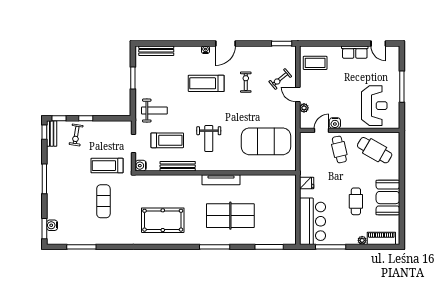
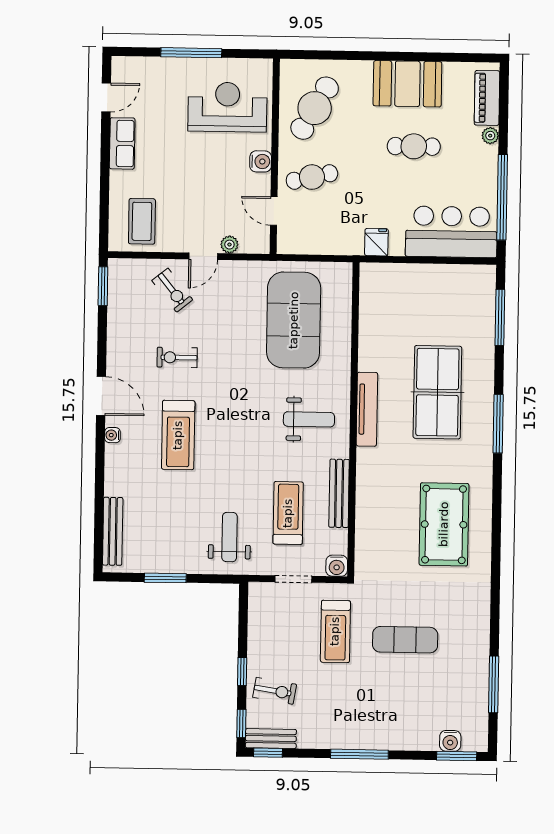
water cooler: (335, 123) -> (261, 161), moved
weight bench: (209, 139) -> (309, 419), moved
window: (331, 247) -> (502, 197), width x1.46

